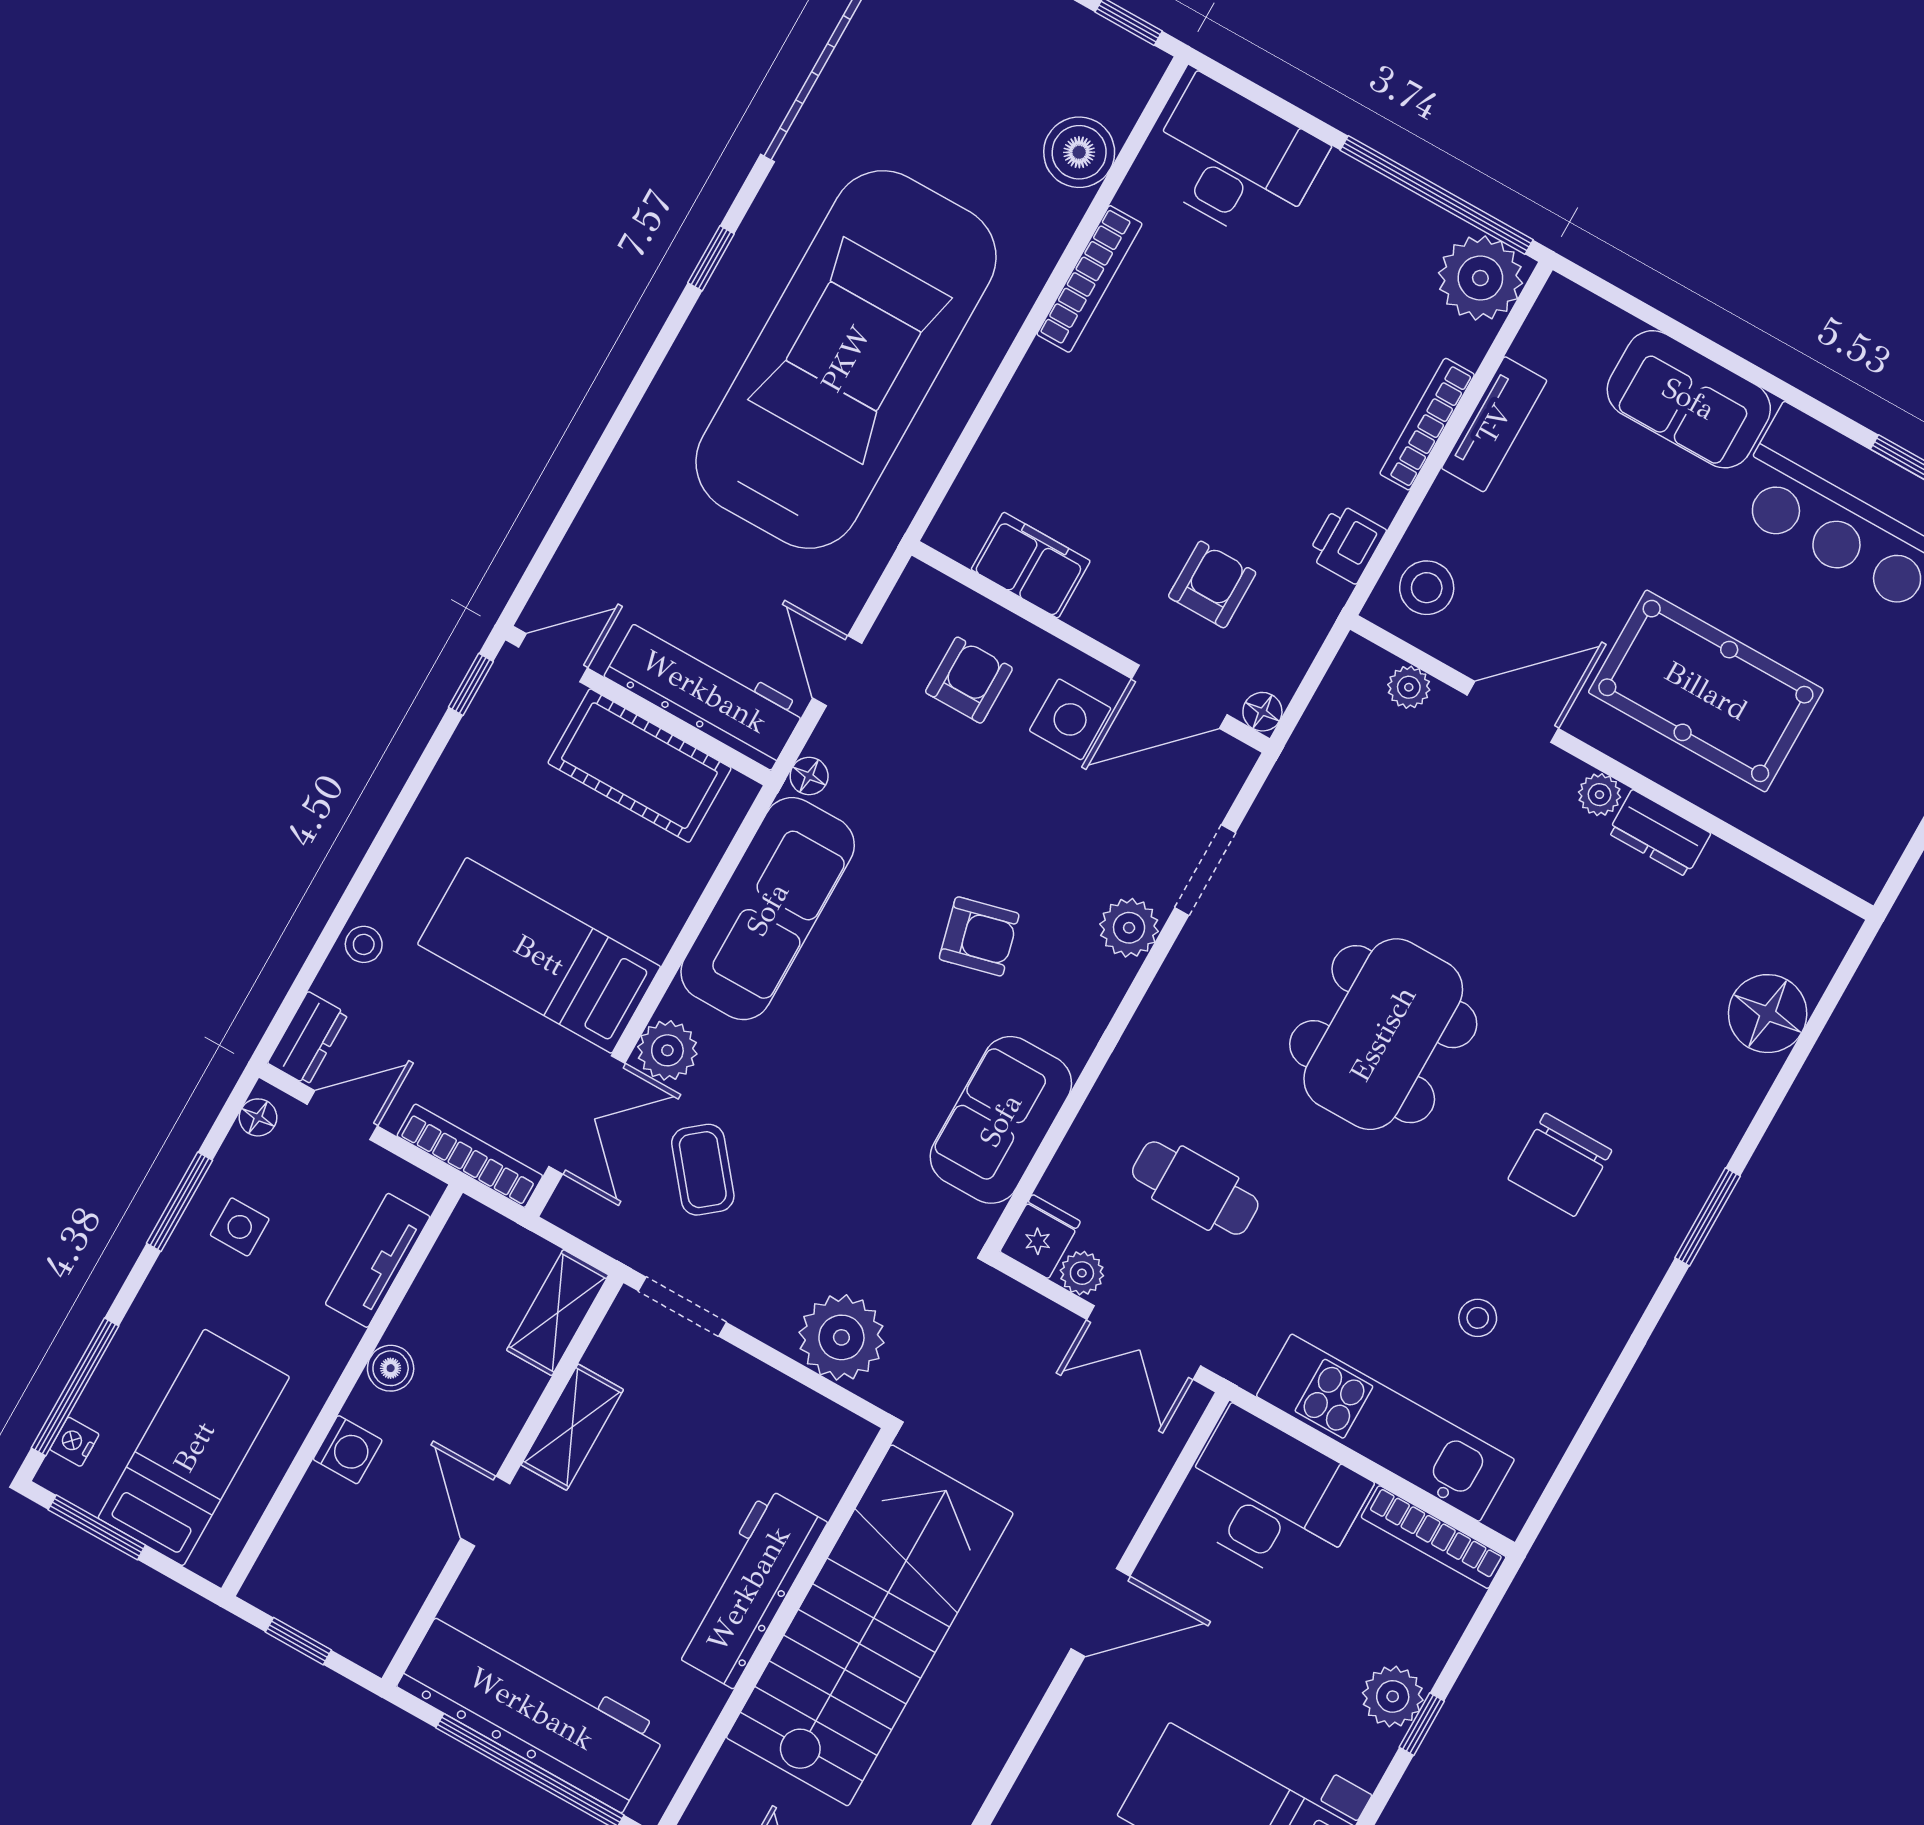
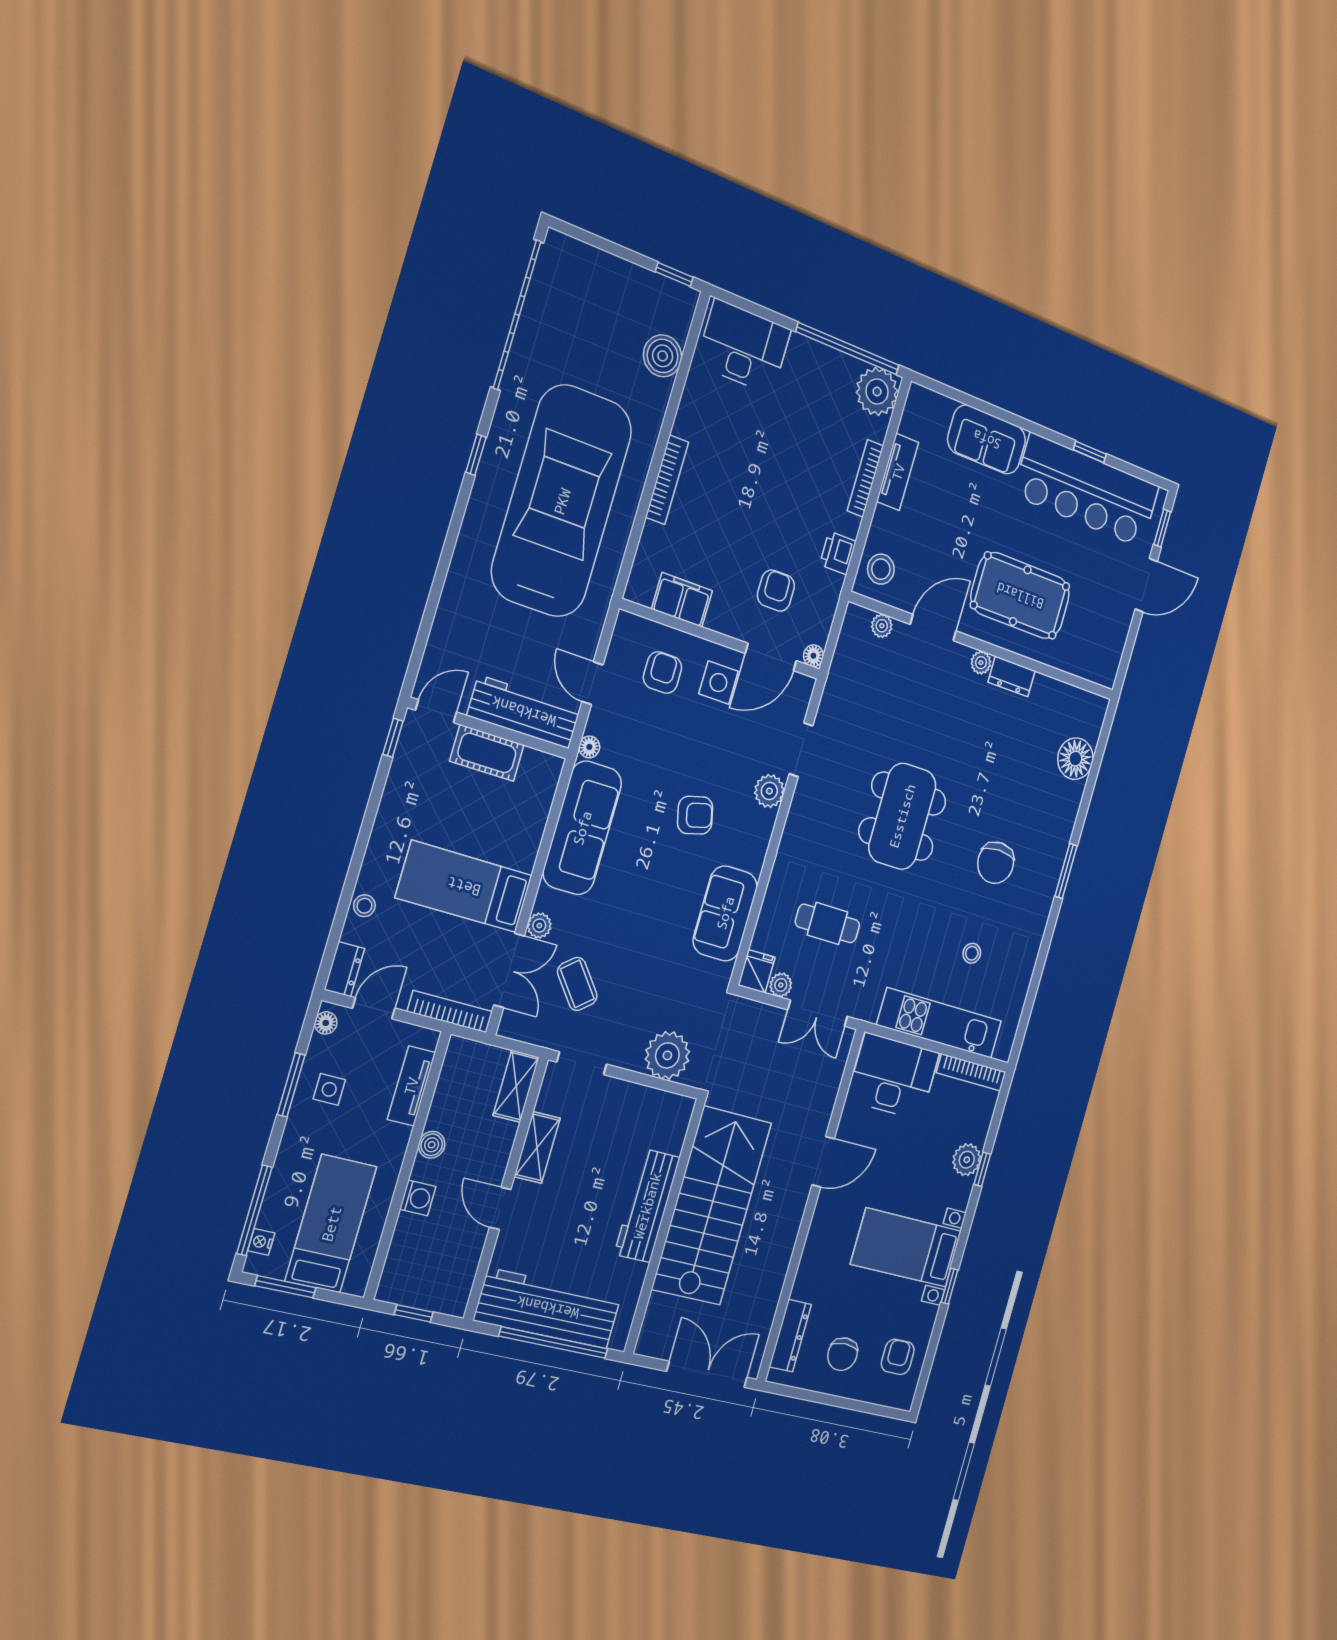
bookcase: (1089, 279) -> (667, 480), moved
cot: (639, 766) -> (487, 753), width x0.73, depth x0.75
plant: (667, 1050) -> (539, 926), width x0.73, depth x0.73

